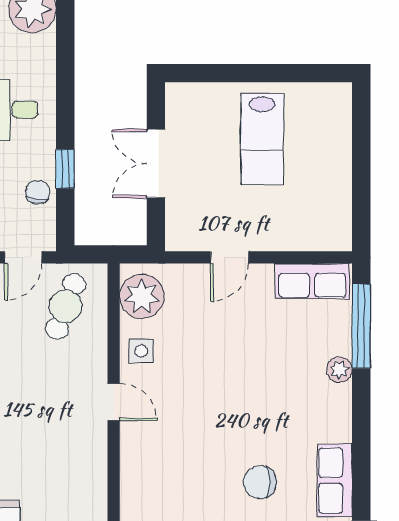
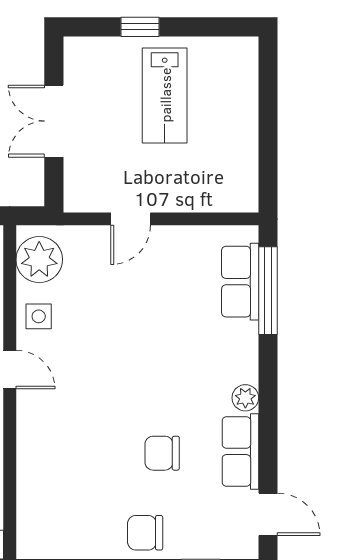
window: (238, 73) -> (140, 27), added
row of seats: (312, 281) -> (240, 282), moved, turned 90
plant: (340, 370) -> (245, 398), moved

